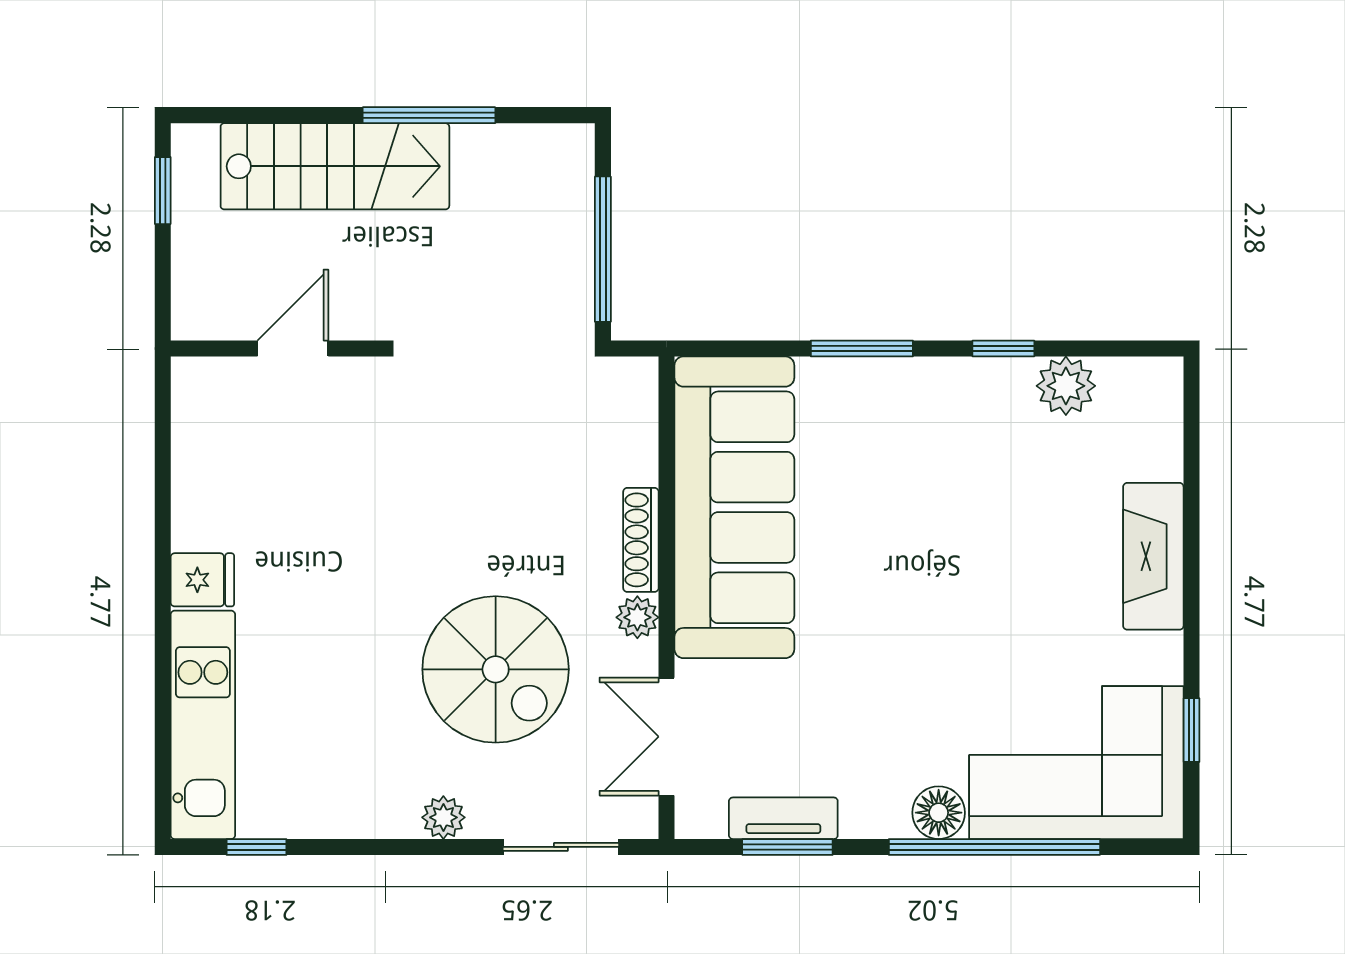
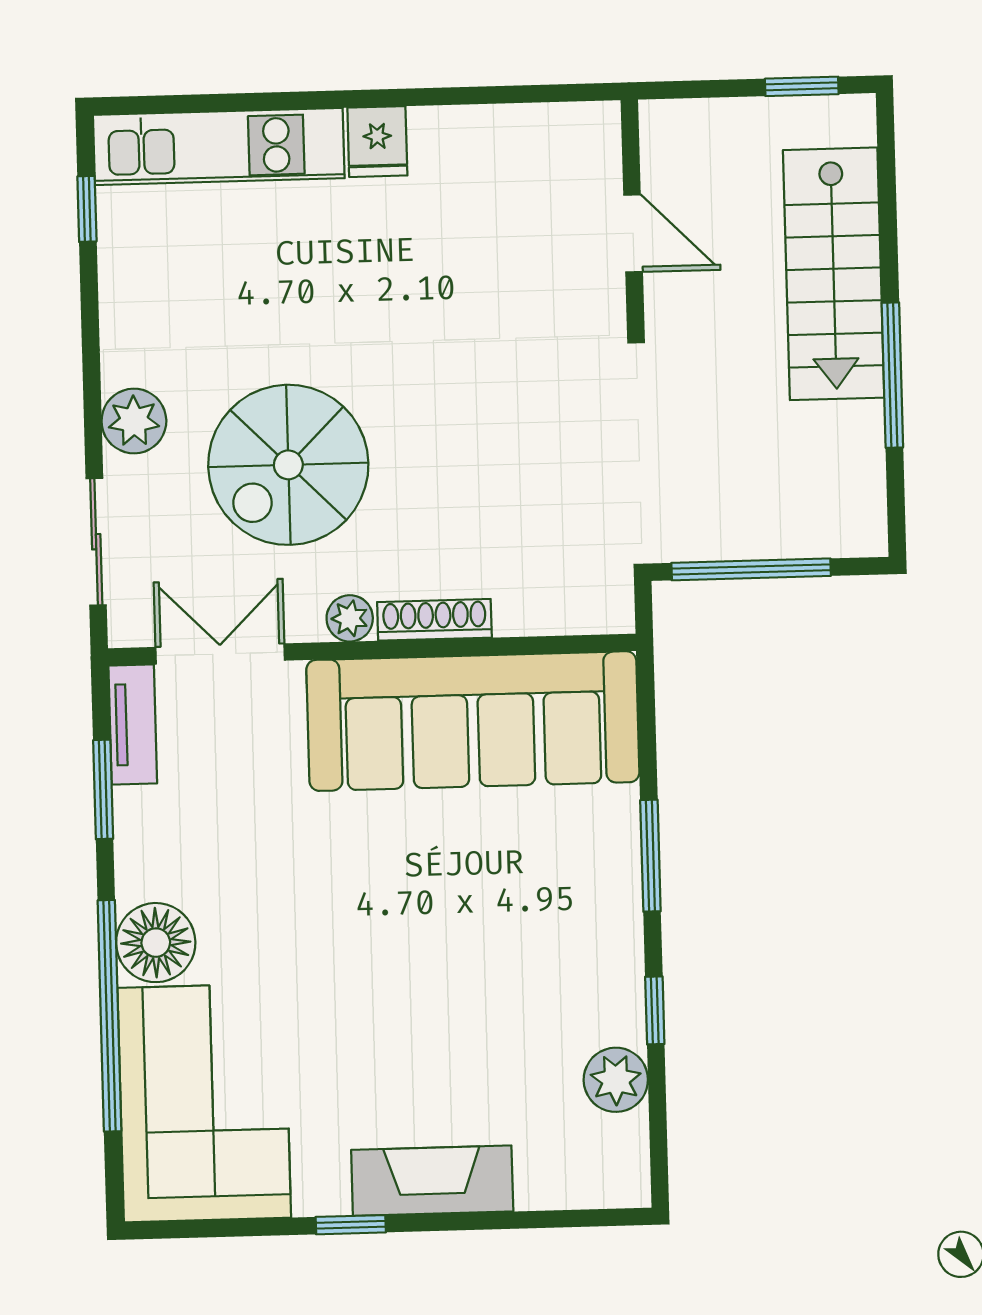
window: (1191, 730) -> (351, 1225), moved
floor lamp: (939, 813) -> (156, 943), width x1.38, depth x1.38
plant: (443, 817) -> (134, 421), width x1.38, depth x1.38
tv unit: (783, 818) -> (133, 725), moved

